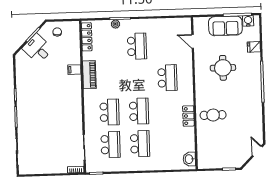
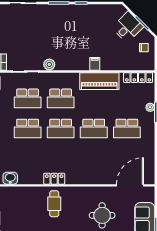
door: (193, 41) -> (130, 185), width x1.87
filing cabinet: (74, 70) -> (95, 64), moved
piano: (89, 75) -> (99, 81), width x1.37, depth x1.33
school desk: (167, 78) -> (94, 128), moved
plant: (77, 124) -> (49, 64), added

